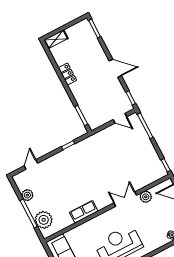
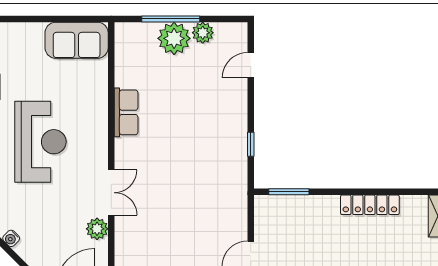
locker: (67, 74) -> (370, 205), width x1.53
door: (31, 165) -> (251, 65), swing flipped
plant: (44, 220) -> (174, 38), moved

